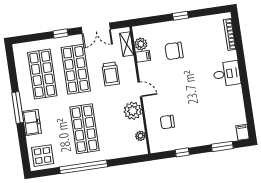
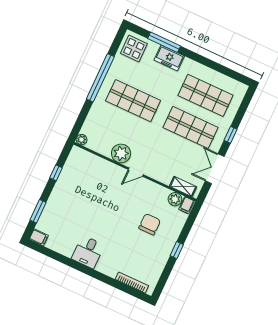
filing cabinet: (143, 56) -> (187, 205), moved
trolley: (111, 74) -> (166, 155), removed
desk: (227, 74) -> (88, 252), moved
window: (18, 107) -> (164, 42), moved
chair: (167, 122) -> (91, 177), removed
plant: (140, 136) -> (81, 140), moved

